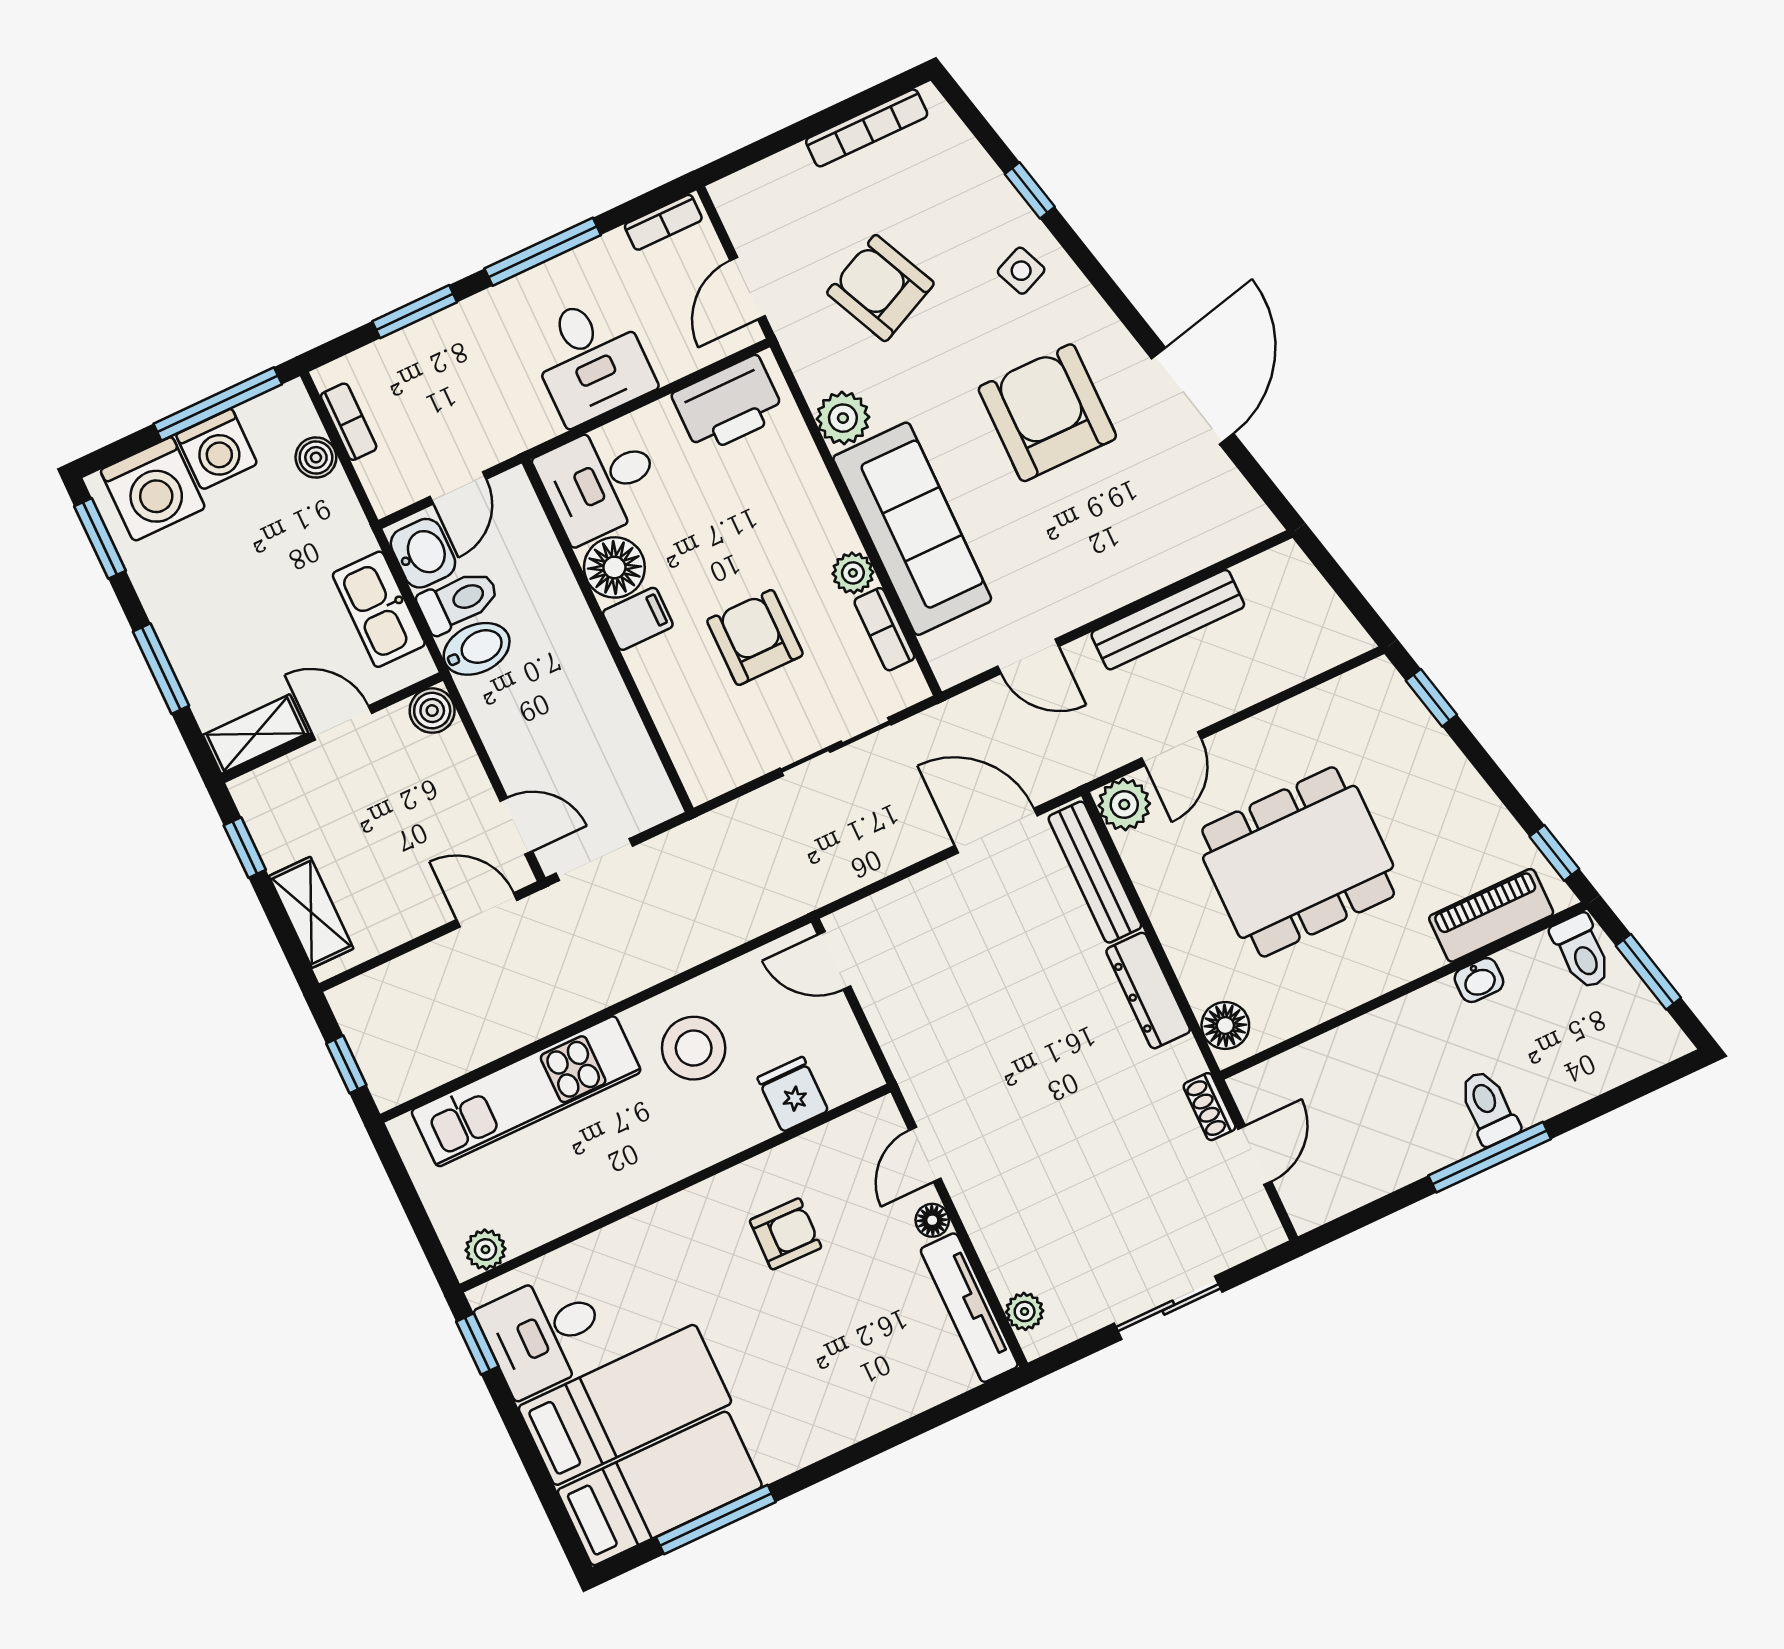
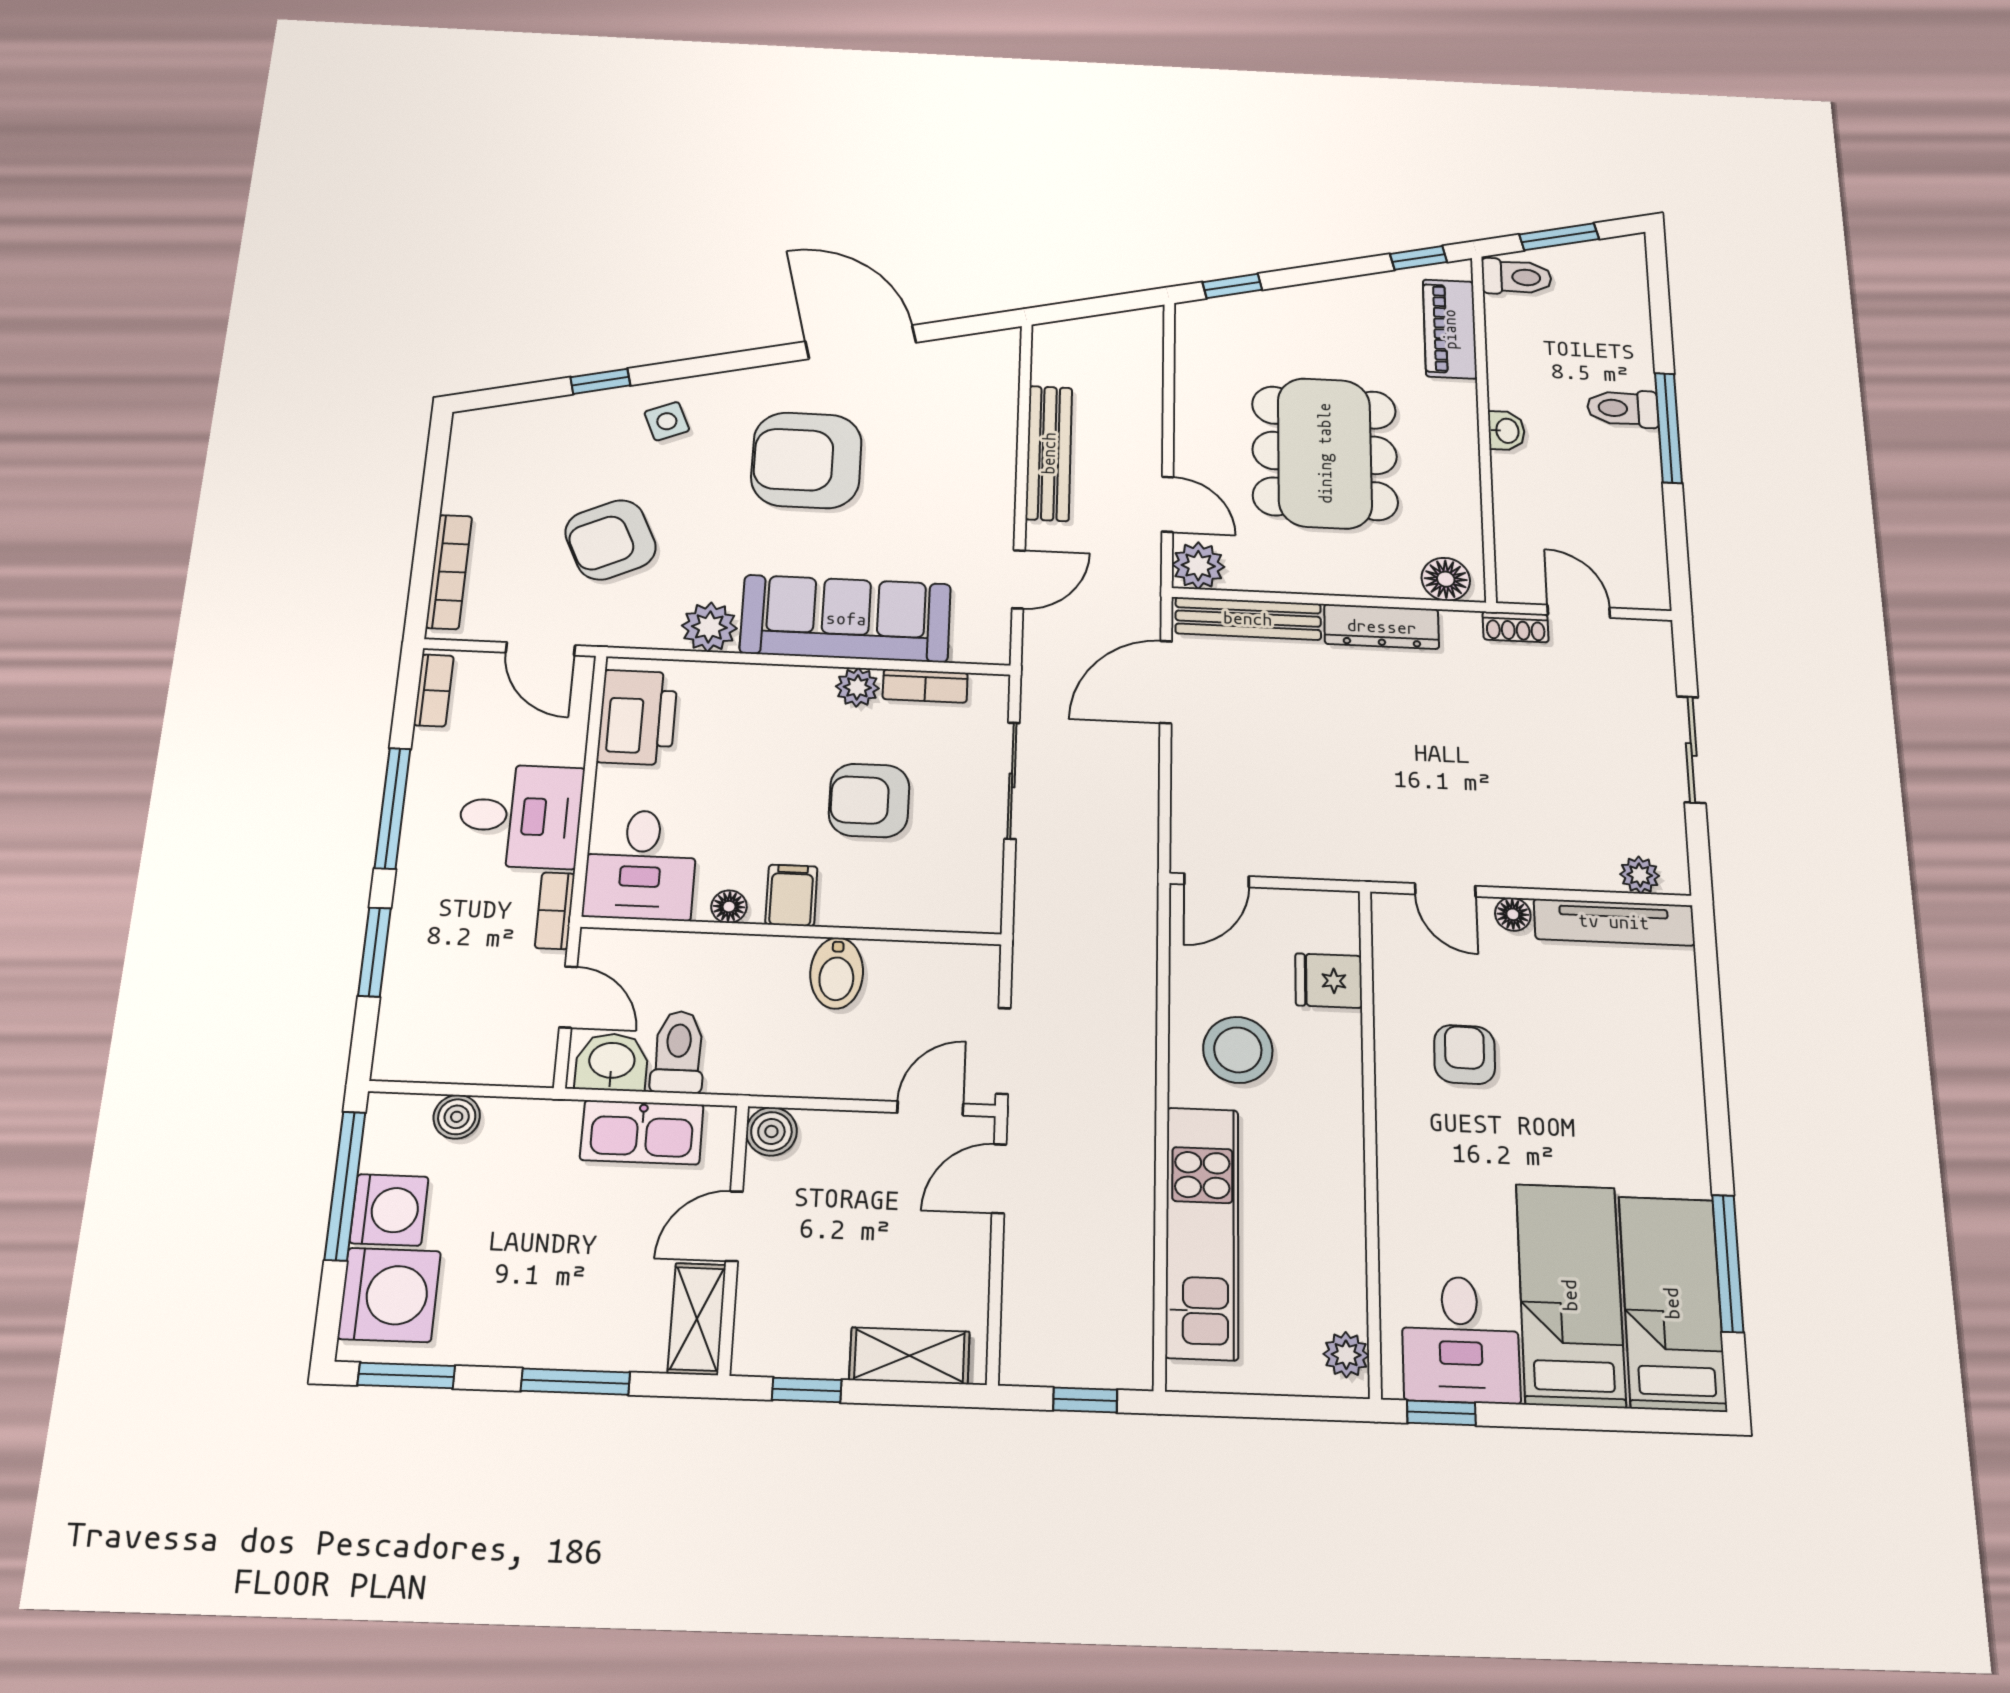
bookcase: (867, 128) -> (449, 572), moved
bookcase: (349, 422) -> (555, 911), moved, turned -90
floor lamp: (614, 567) -> (729, 907), width x0.53, depth x0.53
bidet: (477, 649) -> (837, 973), moved, turned 180
washbasin: (1479, 980) -> (1506, 431), moved

